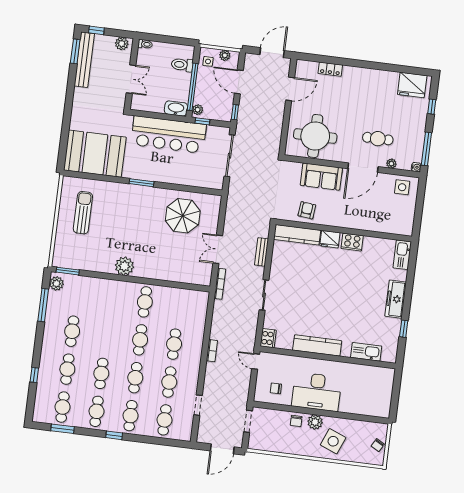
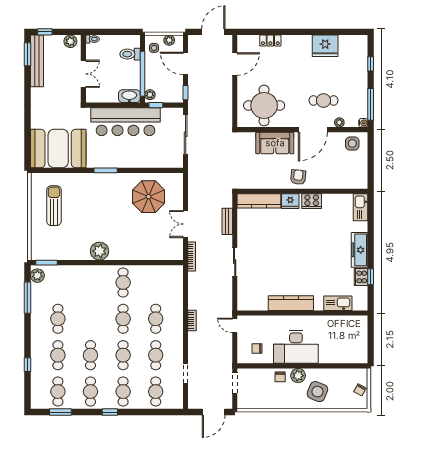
fridge: (412, 85) -> (325, 46), moved
armchair: (307, 210) -> (298, 177), moved
cooker: (268, 338) -> (361, 277), moved, turned 180

